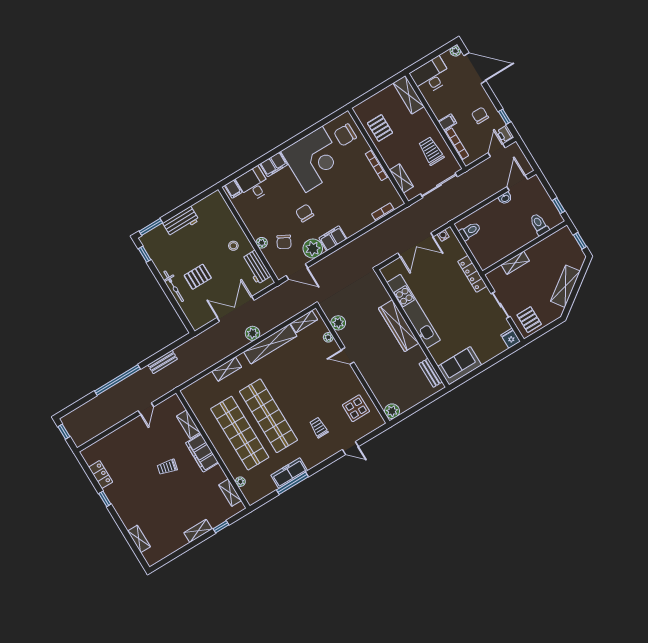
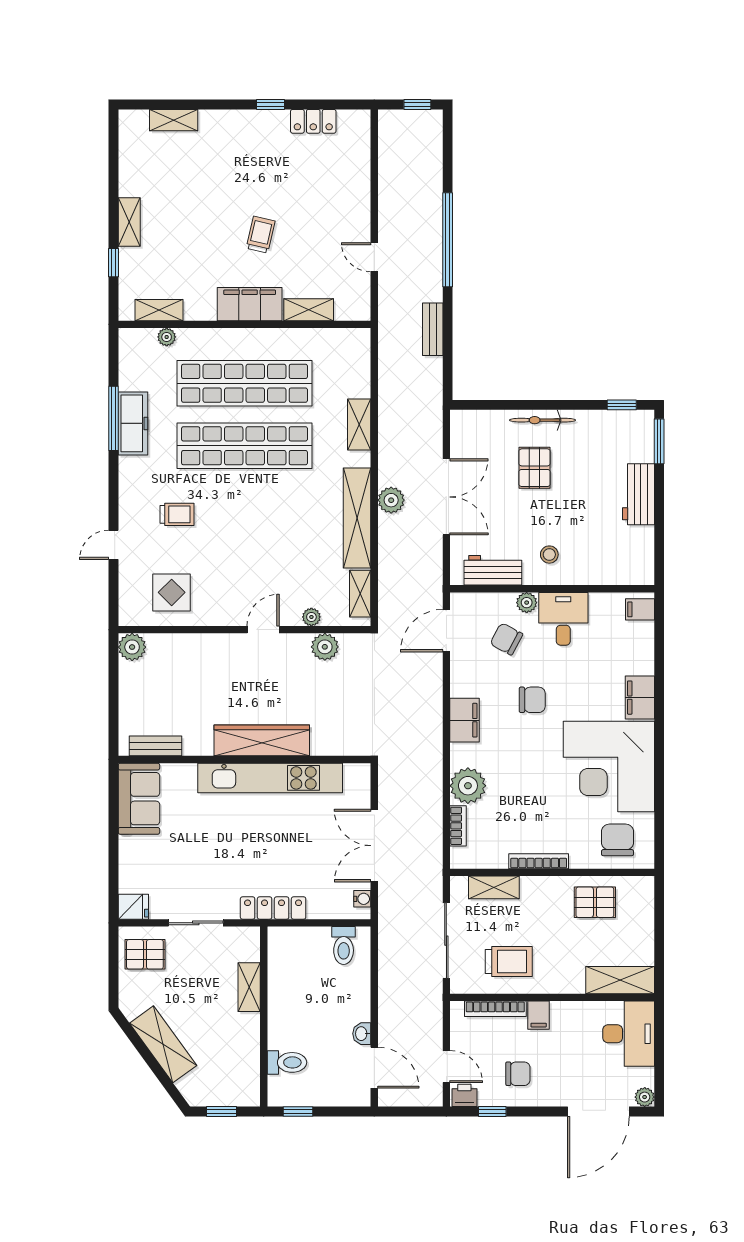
desk: (254, 184) -> (563, 619), moved, turned -90
plant: (313, 249) -> (468, 786), moved

